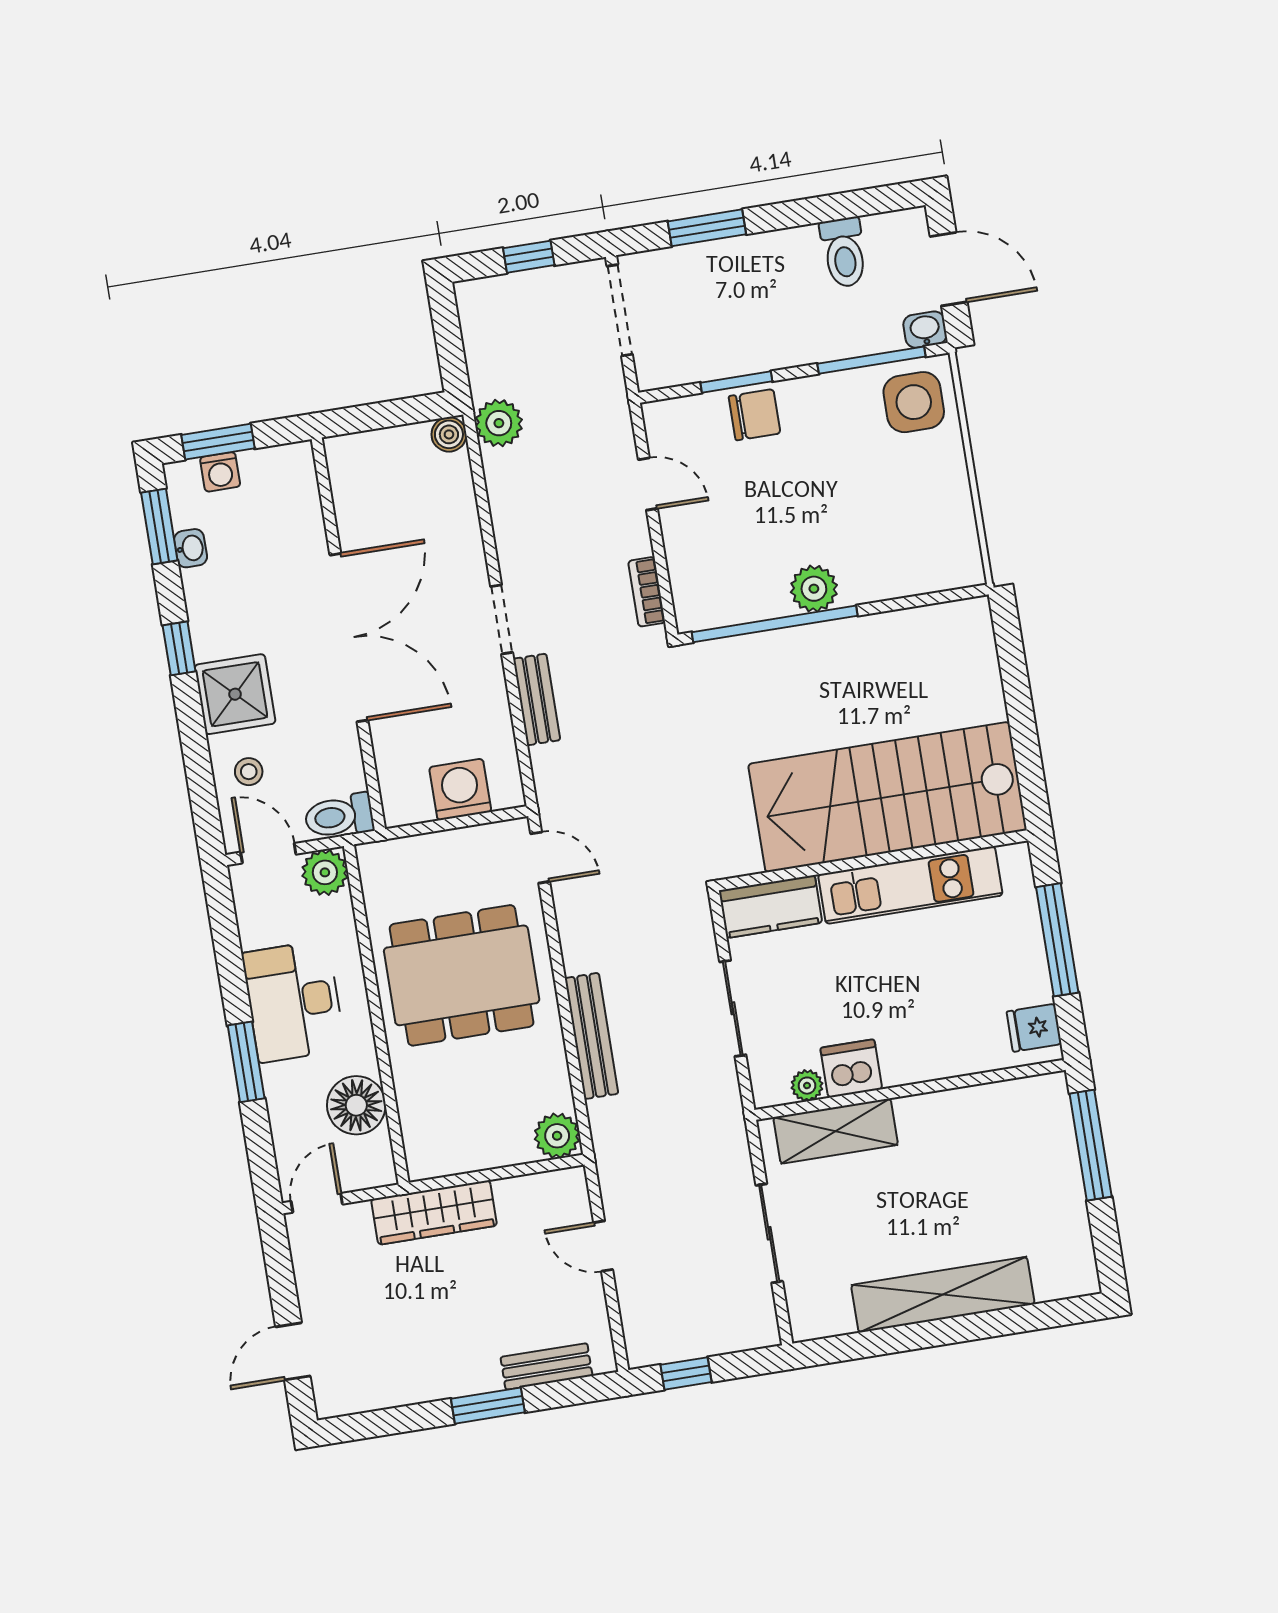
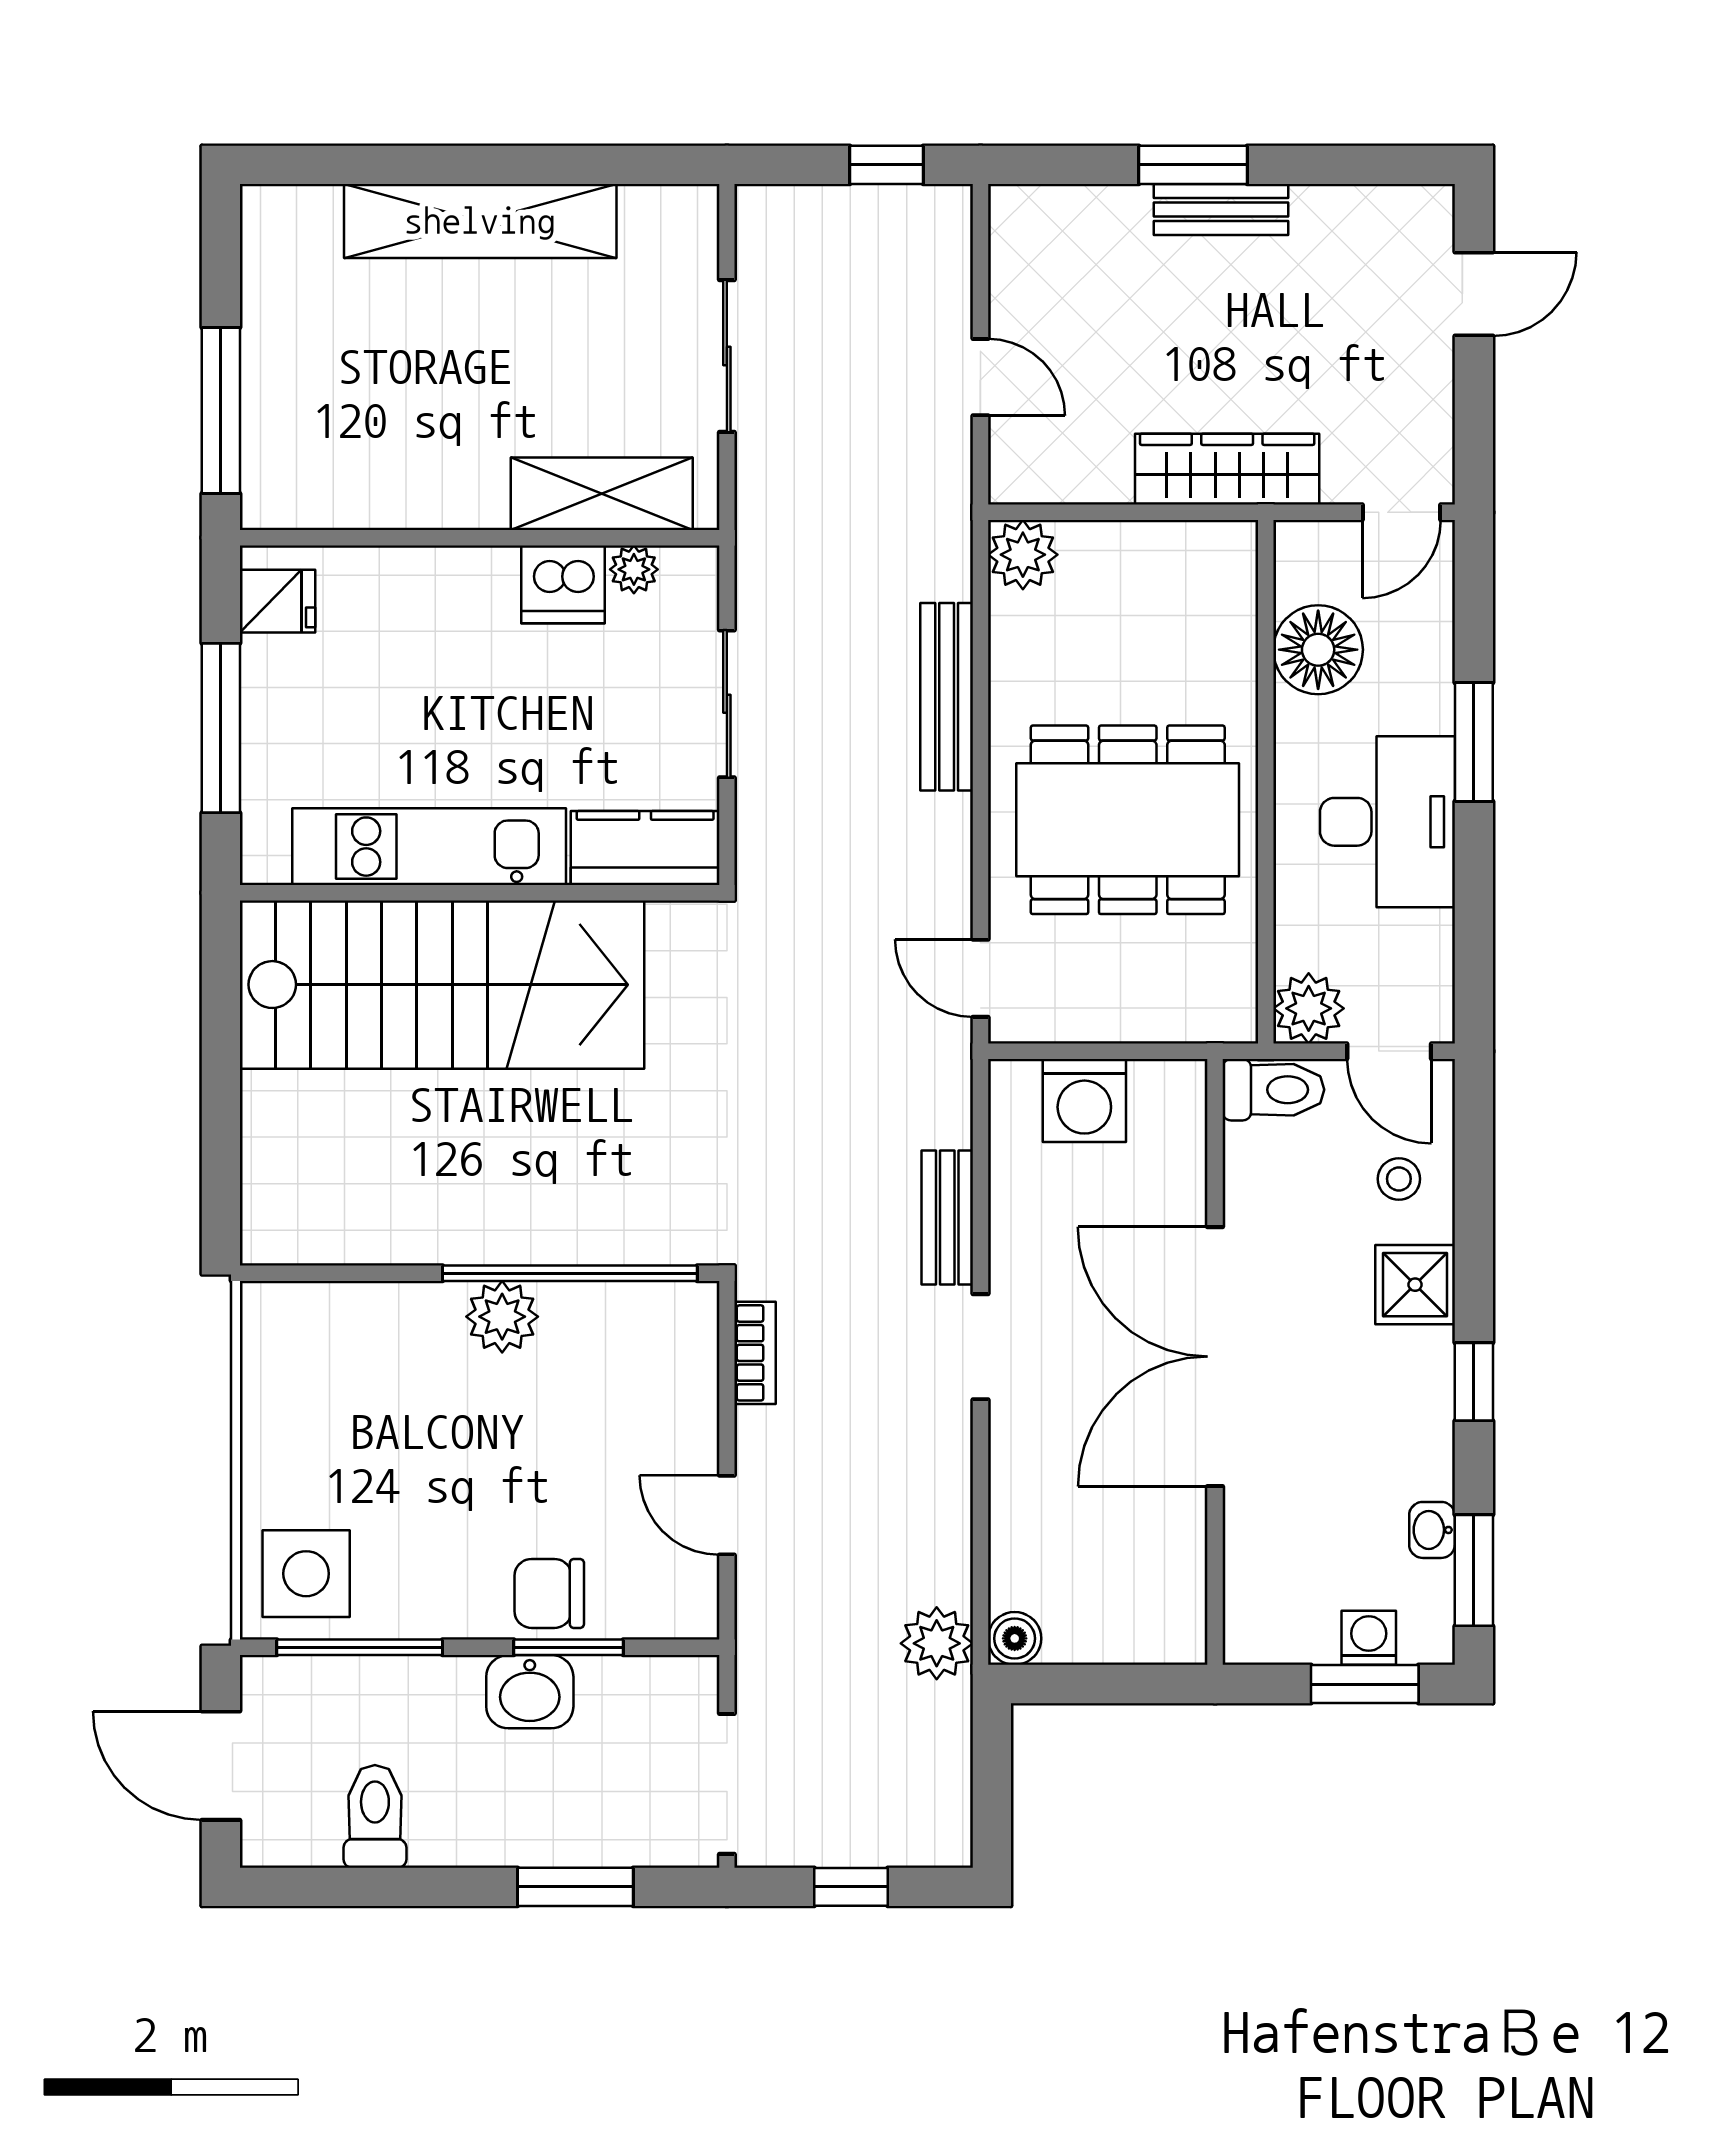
washbasin: (925, 330) -> (530, 1692), moved, width x1.38, depth x1.45
shower: (235, 694) -> (1415, 1285), width x0.73, depth x0.73
bench: (546, 1366) -> (1221, 210), moved

